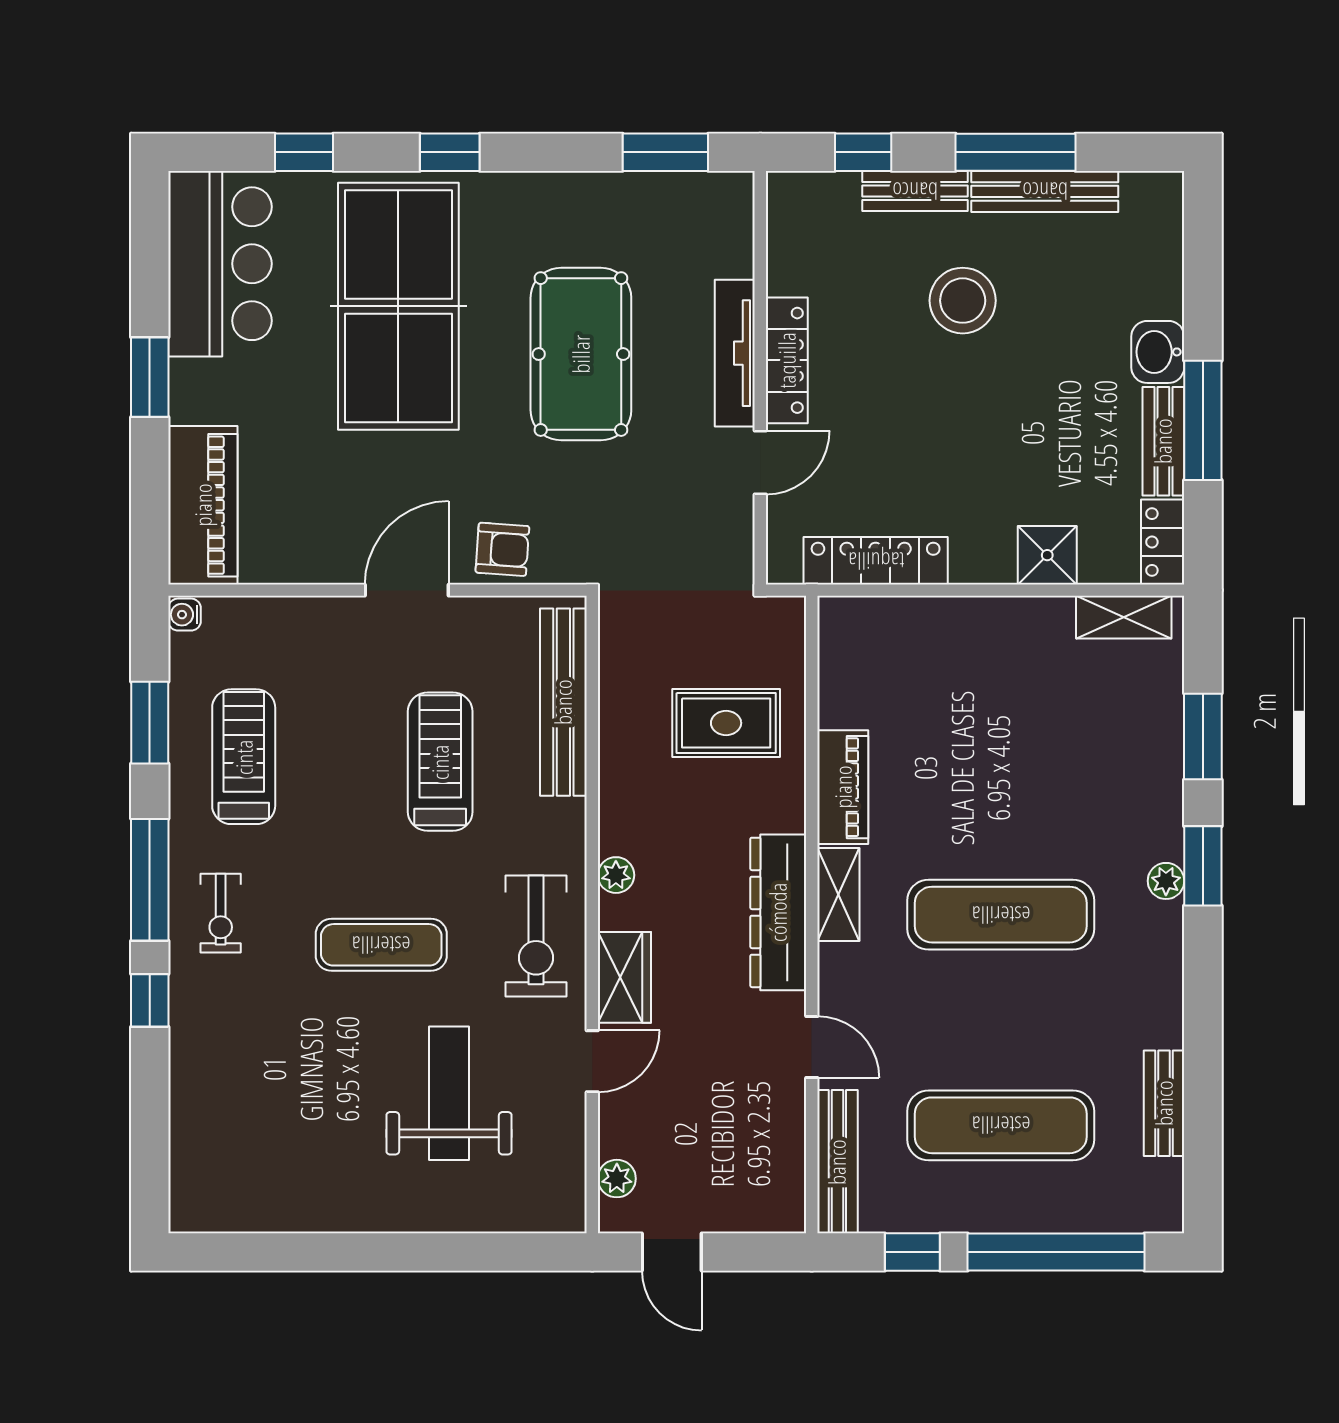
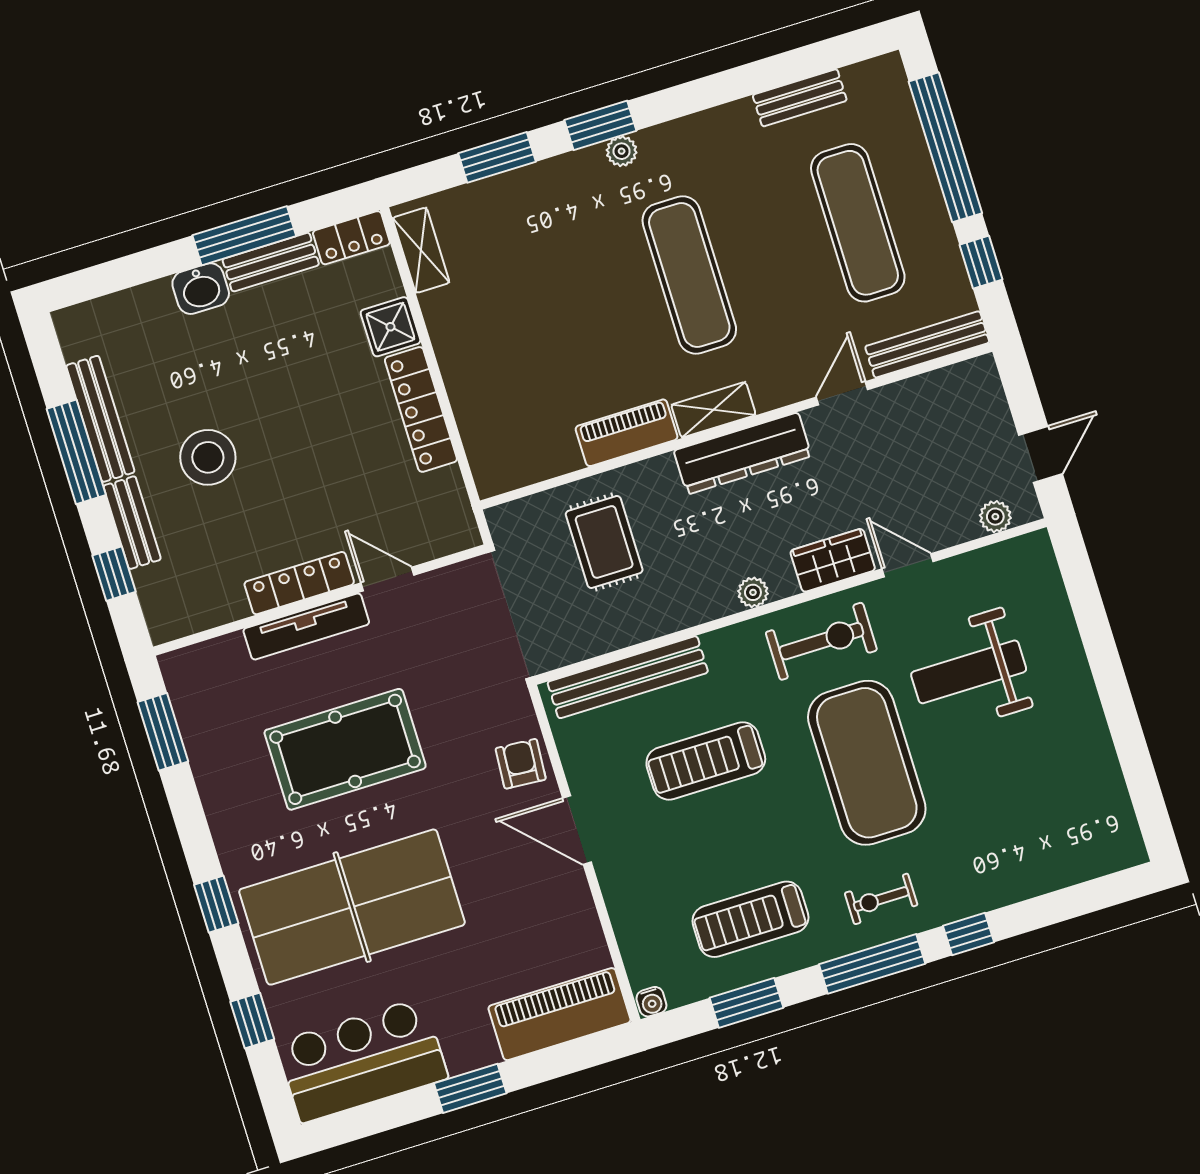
locker: (876, 561) -> (421, 409), moved
exercise bike: (221, 913) -> (881, 899), turned 180
exercise mat: (381, 945) -> (867, 763), width x2.00, depth x1.45

